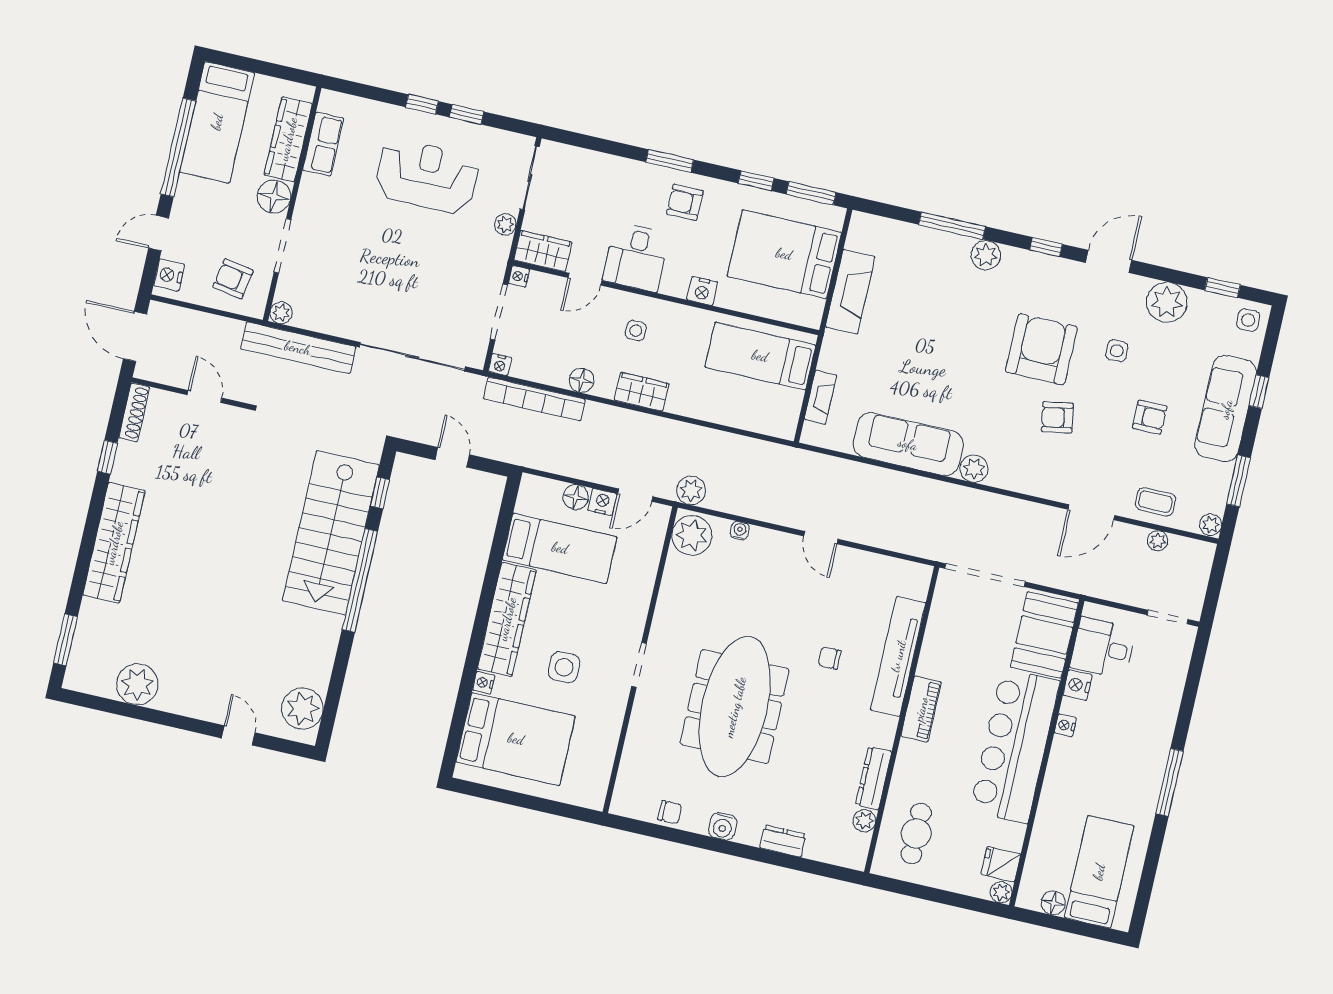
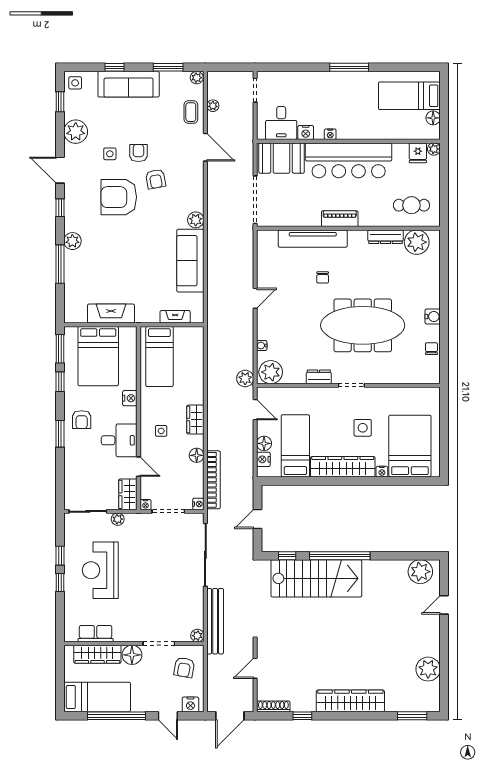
armchair: (1150, 417) -> (138, 153), moved
nightstand: (602, 502) -> (263, 459), moved
plant: (864, 821) -> (417, 242), width x1.88, depth x1.88
dresser: (783, 841) -> (319, 377), moved, turned 90

